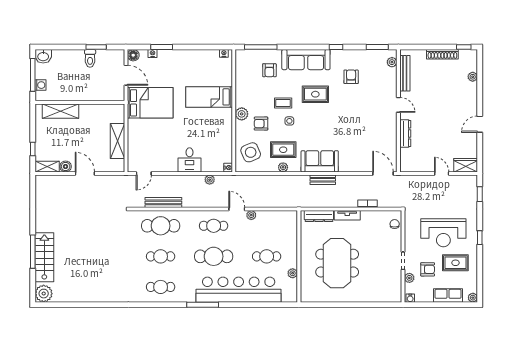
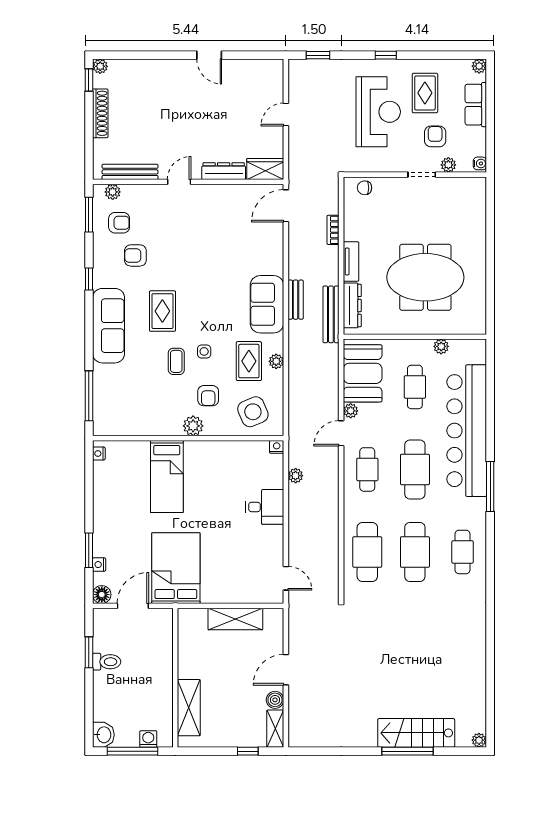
armchair: (269, 70) -> (119, 223), moved
plant: (473, 77) -> (100, 66), moved
wardrobe: (466, 165) -> (265, 169), moved, turned 90
bench: (163, 202) -> (331, 314), moved
booth: (275, 223) -> (363, 373), added
cafe table: (161, 256) -> (415, 552), width x1.37, depth x1.35
plant: (44, 294) -> (479, 740), width x0.53, depth x0.53

